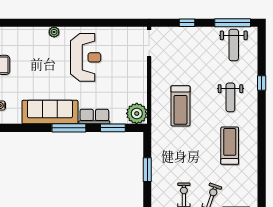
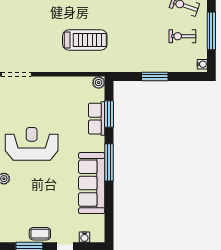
plant: (137, 113) -> (99, 83), width x0.53, depth x0.53
row of seats: (94, 117) -> (97, 119), moved

